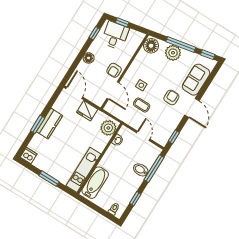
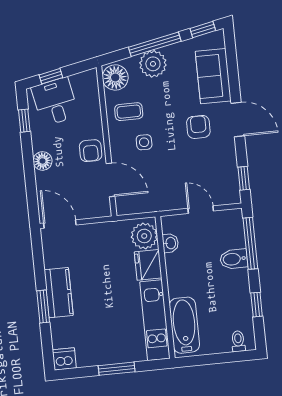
coffee table: (142, 105) -> (129, 112), moved
fridge: (87, 111) -> (148, 265), moved, turned 90

